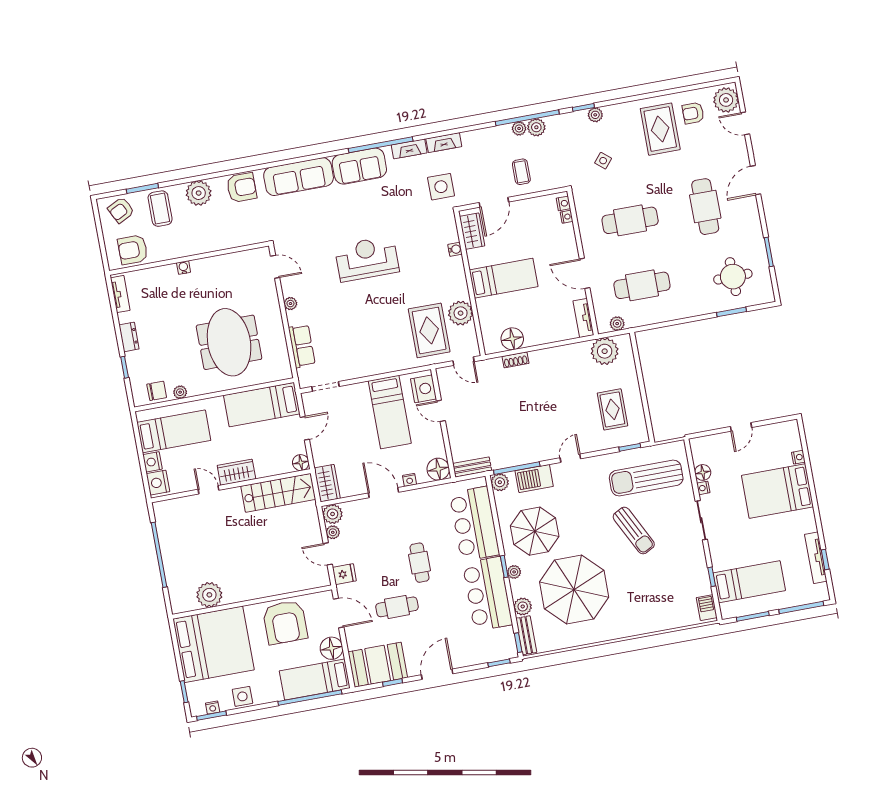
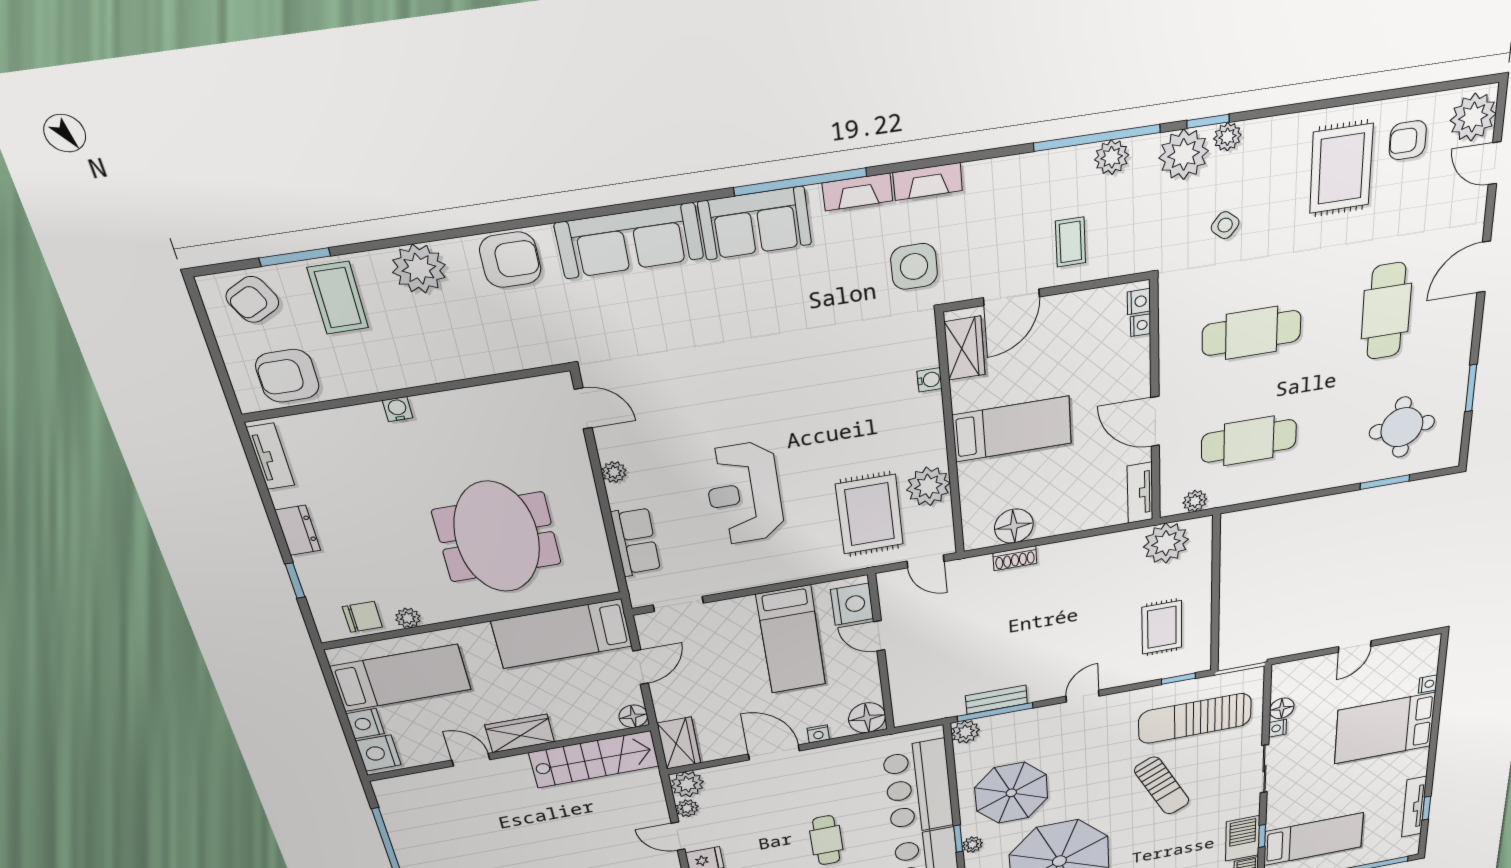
plant: (519, 128) -> (1184, 154), moved, width x1.88, depth x1.88
reception desk: (367, 259) -> (744, 493), moved, turned -90
bench: (472, 467) -> (996, 700), moved
barbecue: (534, 479) -> (1243, 838), moved, turned 90

